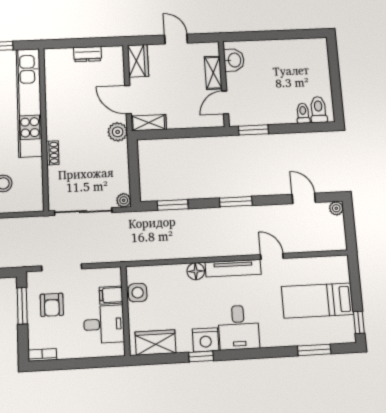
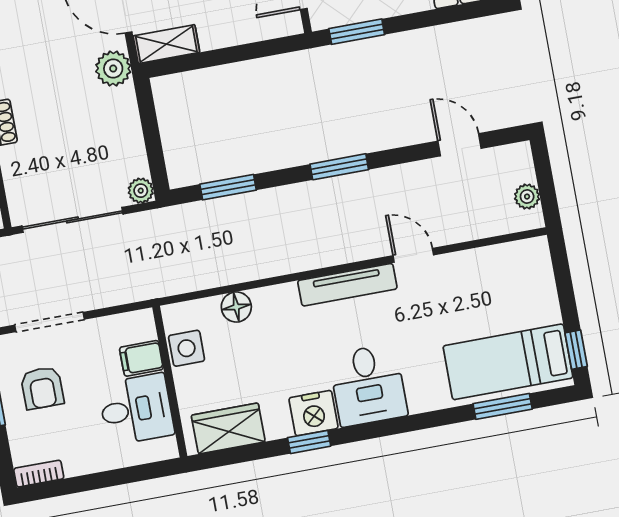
plant: (336, 208) -> (527, 197), moved
floor lamp: (196, 271) -> (236, 307), moved
bed: (317, 300) -> (508, 362), moved

